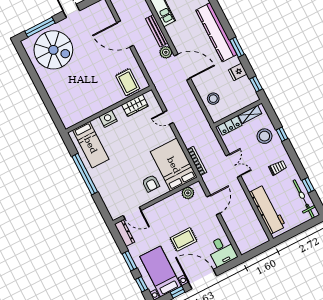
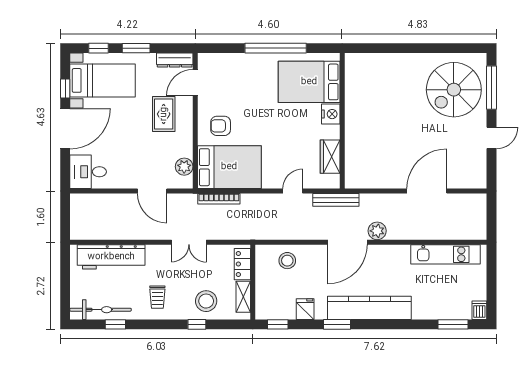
bench: (157, 31) -> (336, 200), moved
rug: (128, 82) -> (364, 163), removed
bed: (91, 145) -> (309, 82), width x1.50
rug: (184, 239) -> (164, 114), moved

